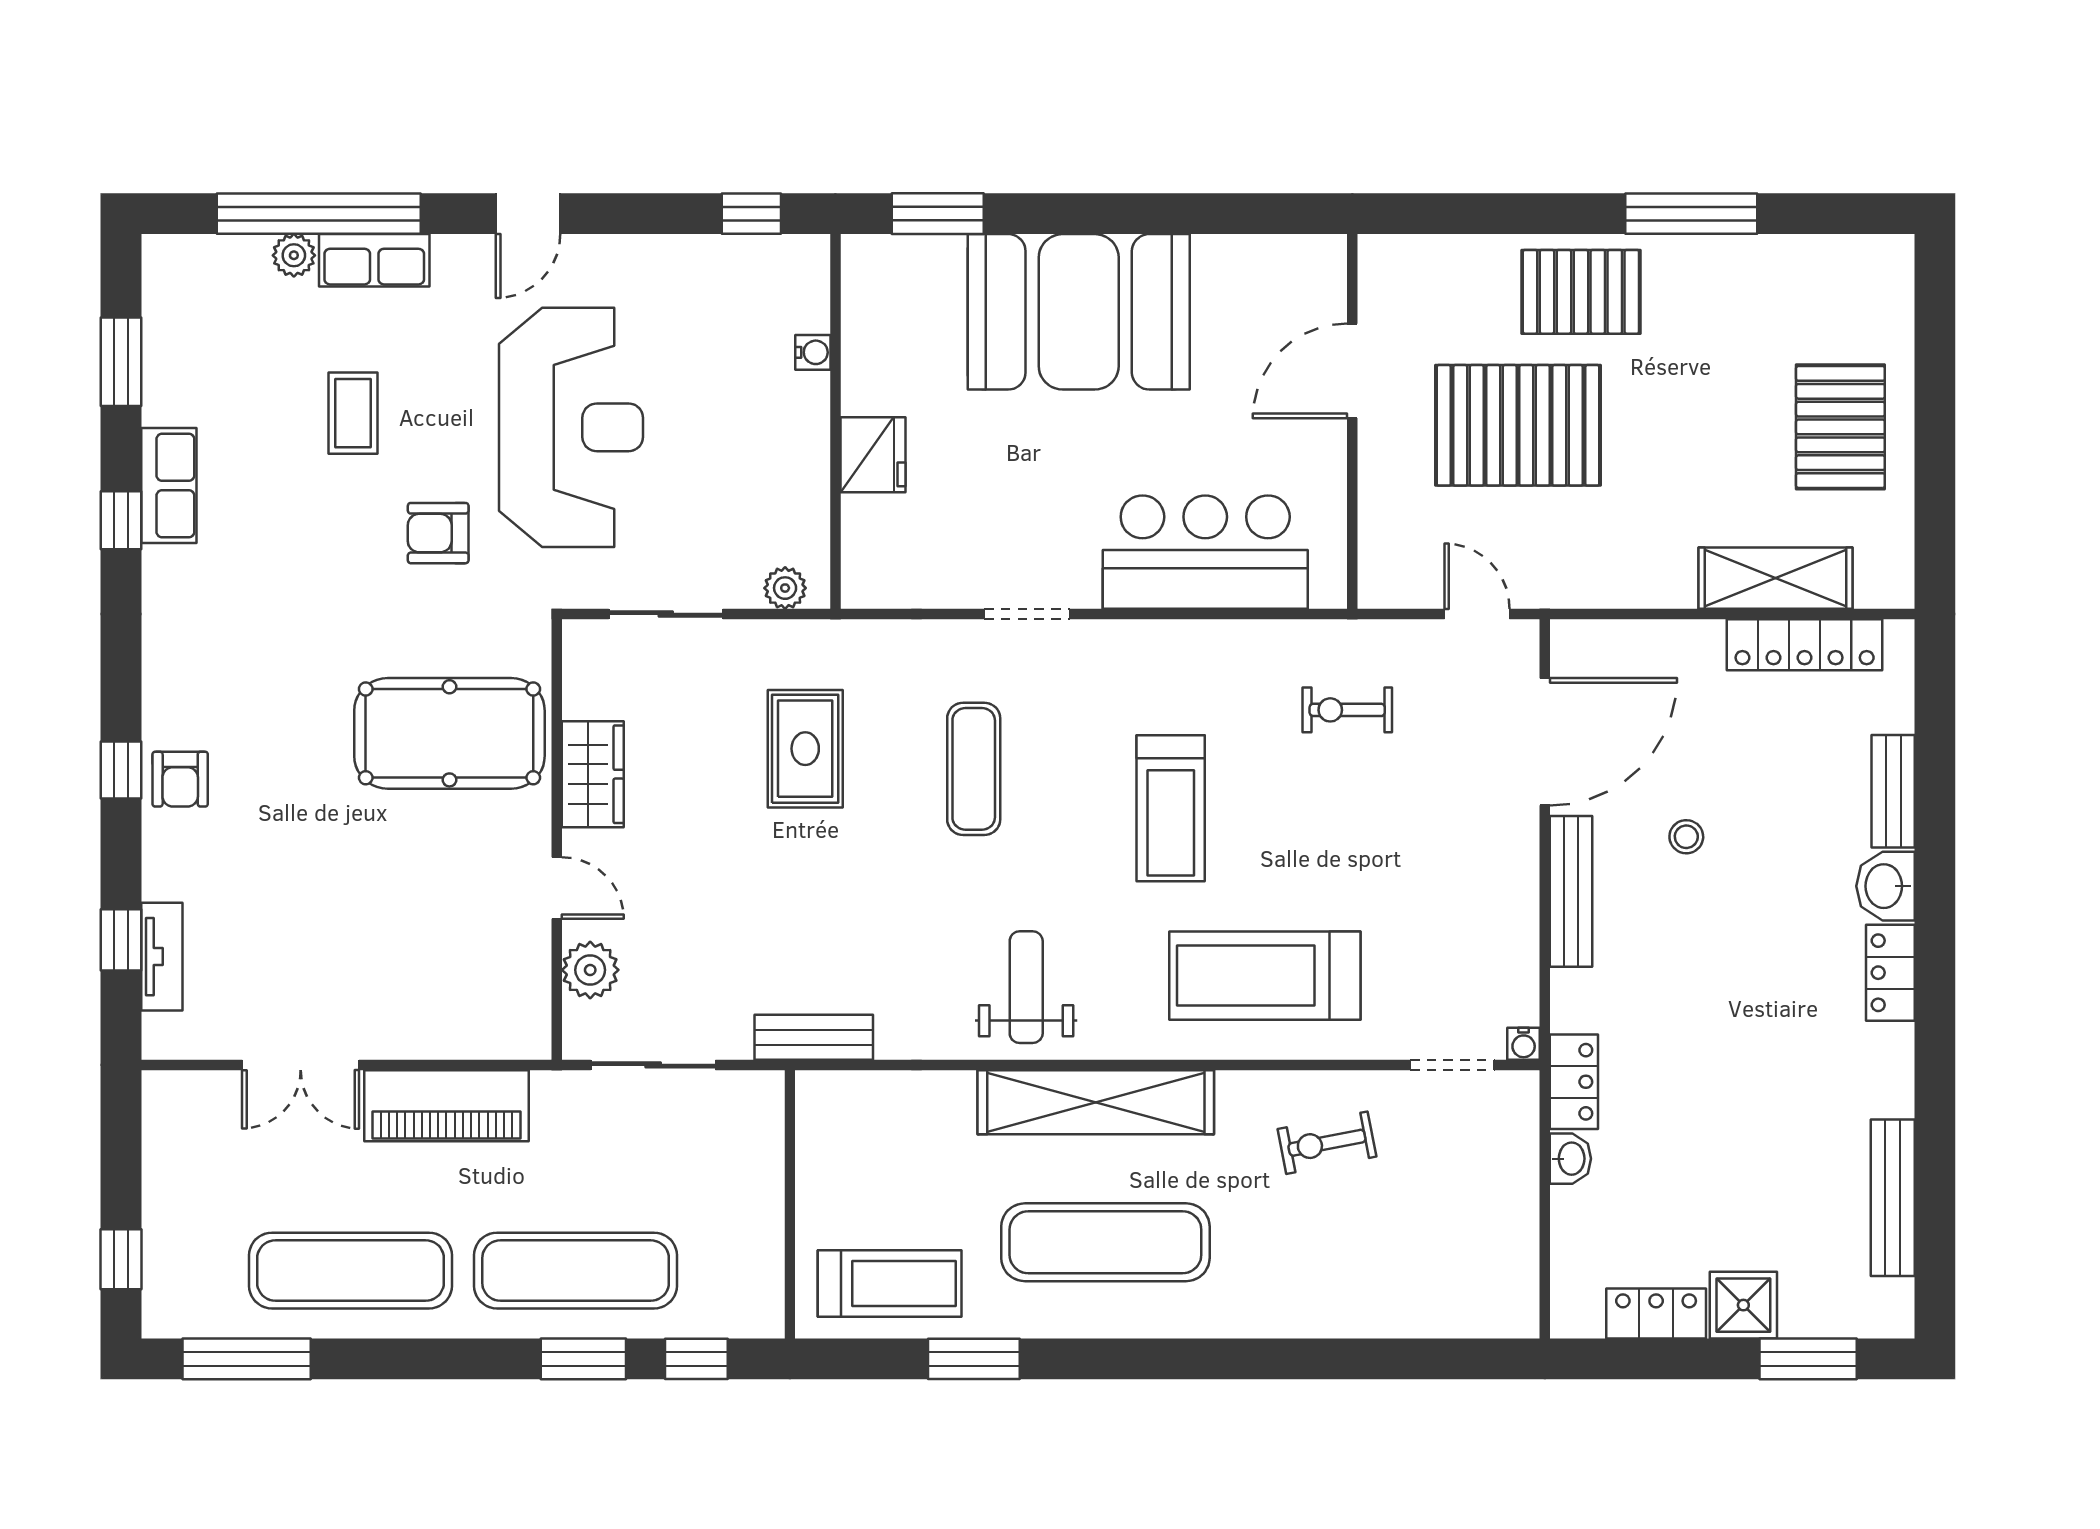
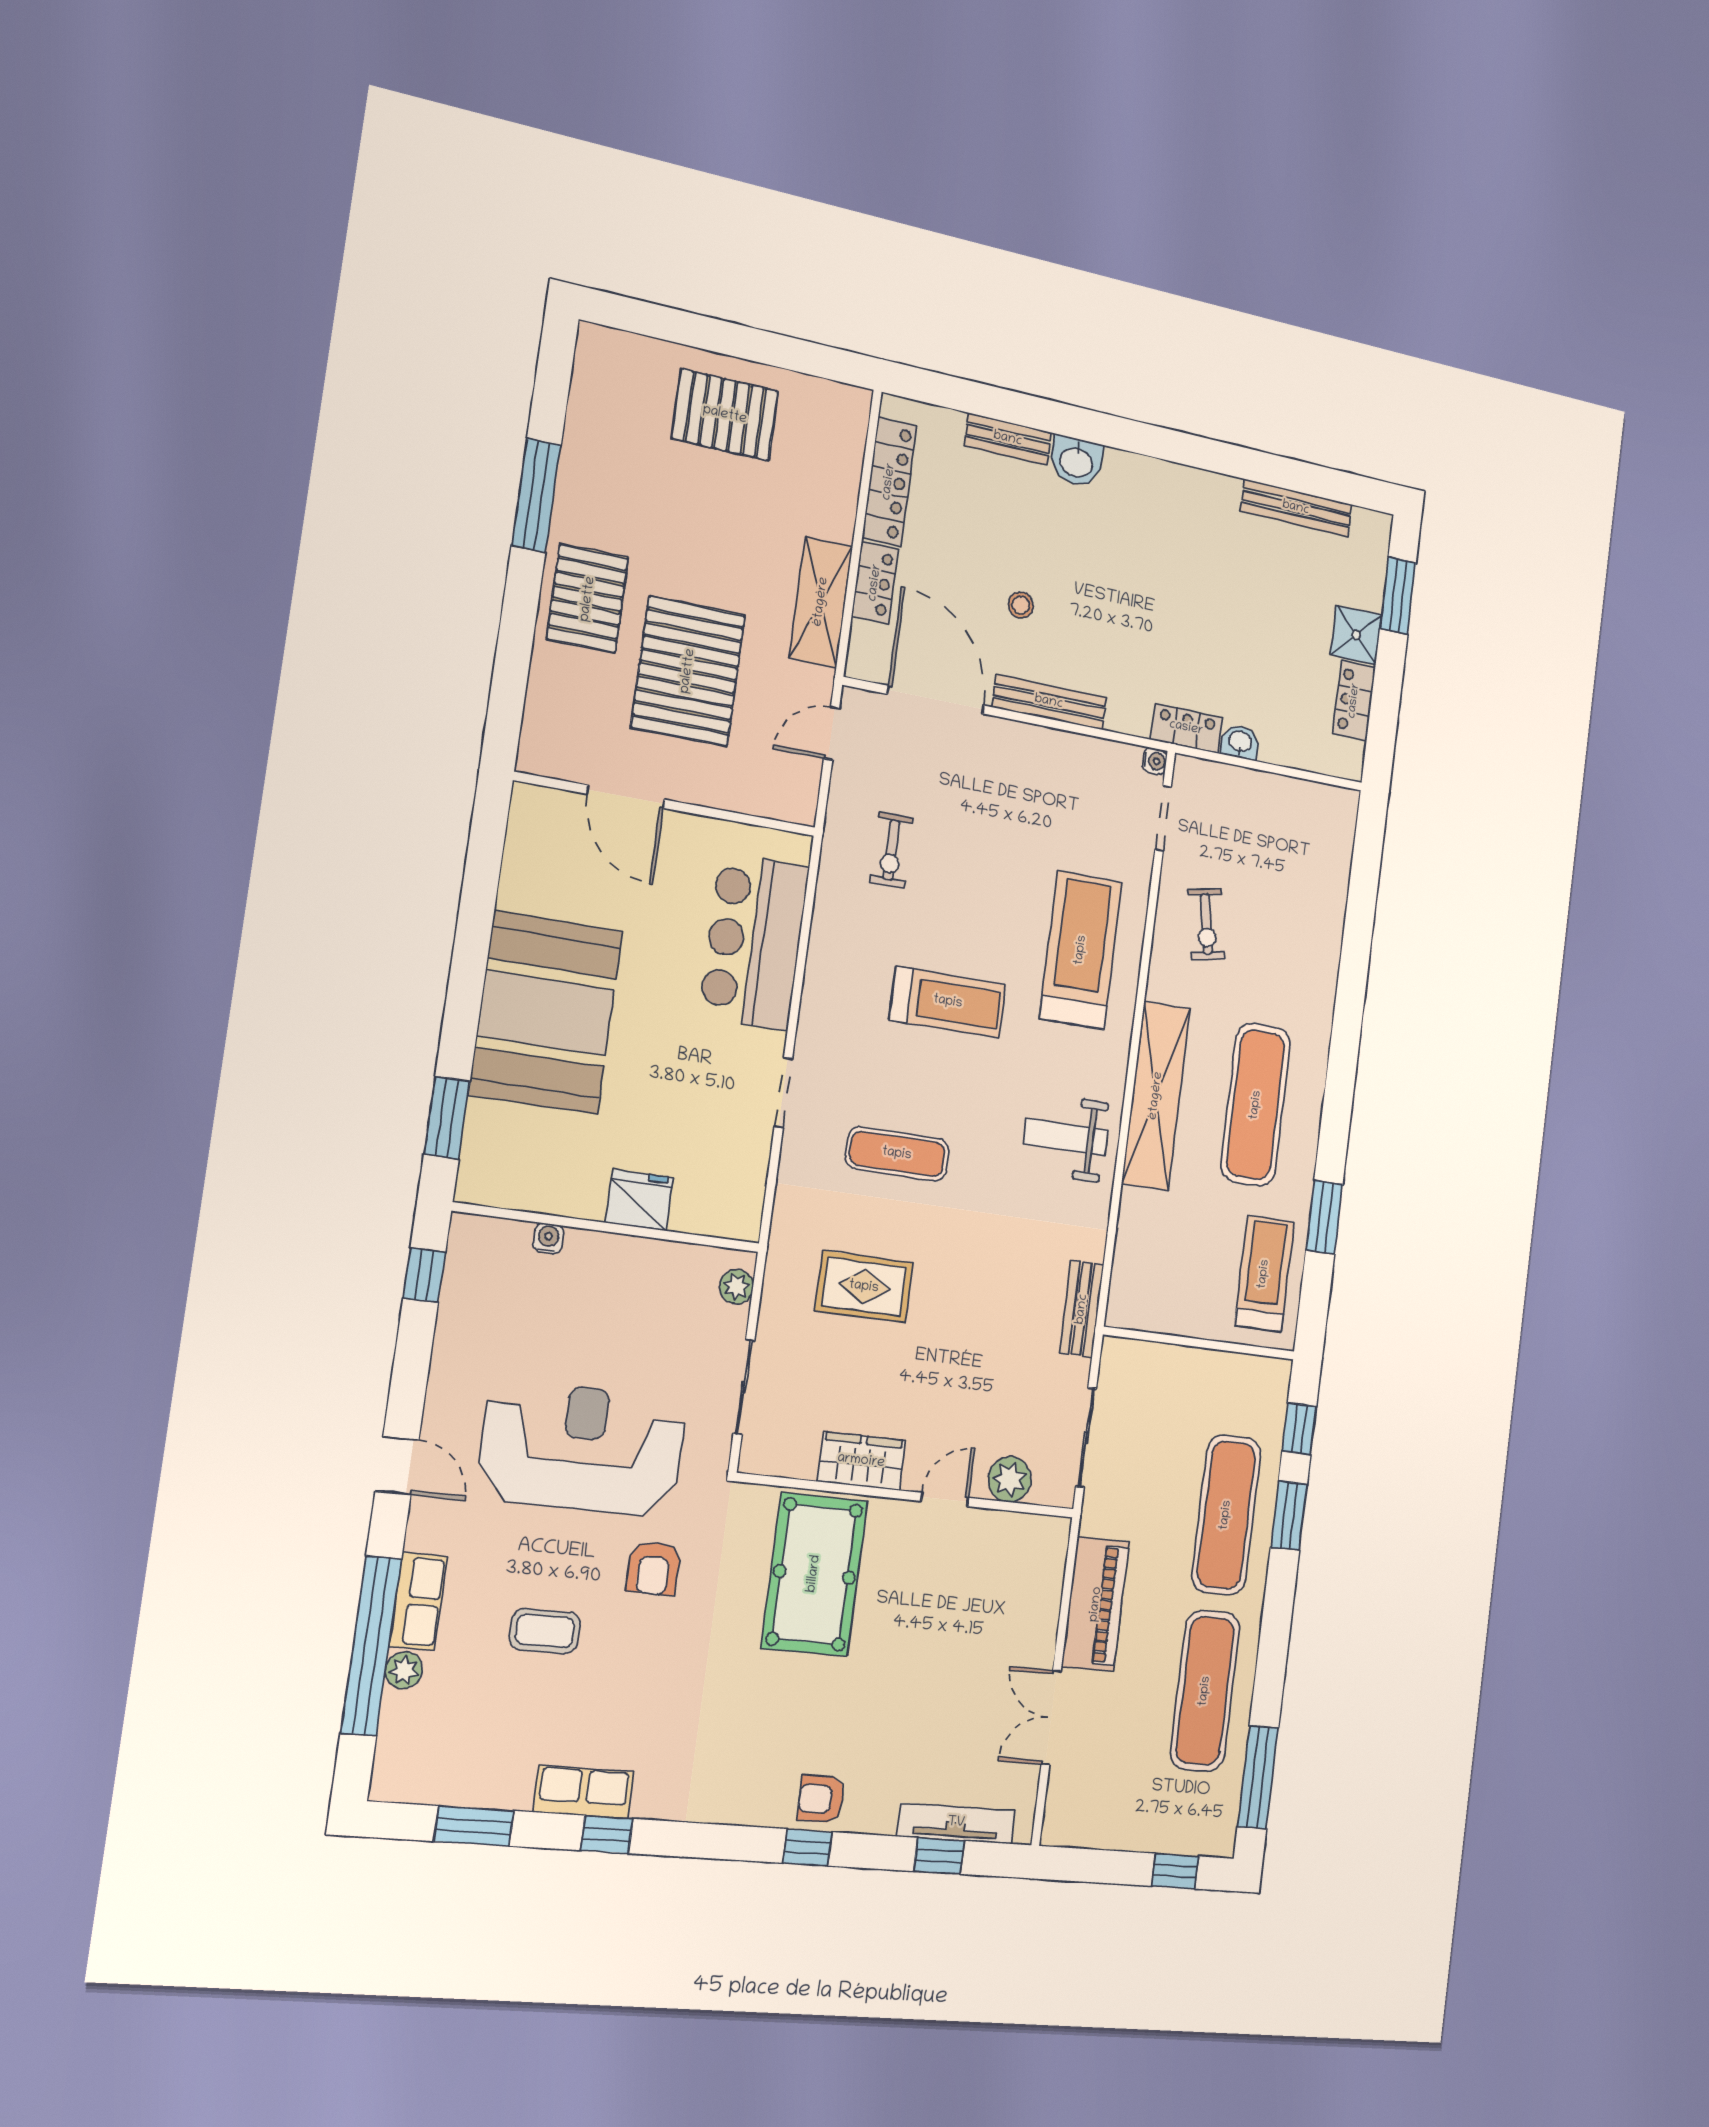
shelving: (1776, 578) -> (821, 602), moved
armchair: (180, 779) -> (821, 1799), turned 180
tv unit: (162, 957) -> (956, 1823), width x1.41
locker: (1890, 973) -> (875, 583), moved, turned -90
treadmill: (1265, 976) -> (1081, 950), turned 180
double door: (301, 1065) -> (1051, 1718), swing flipped

